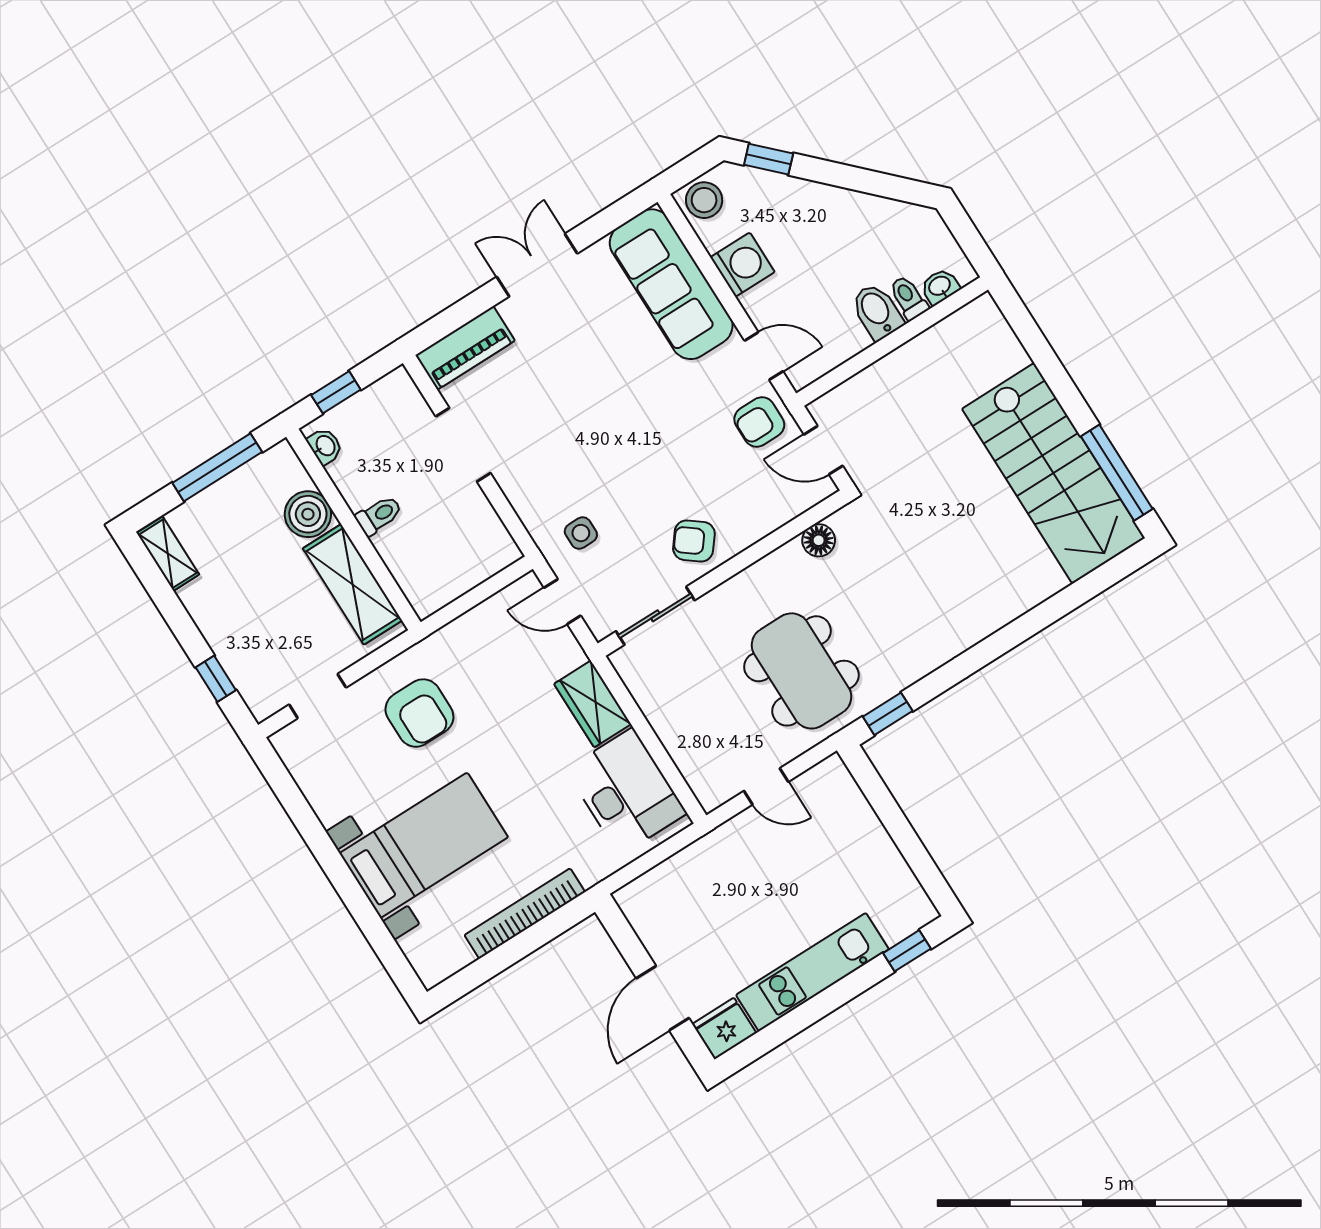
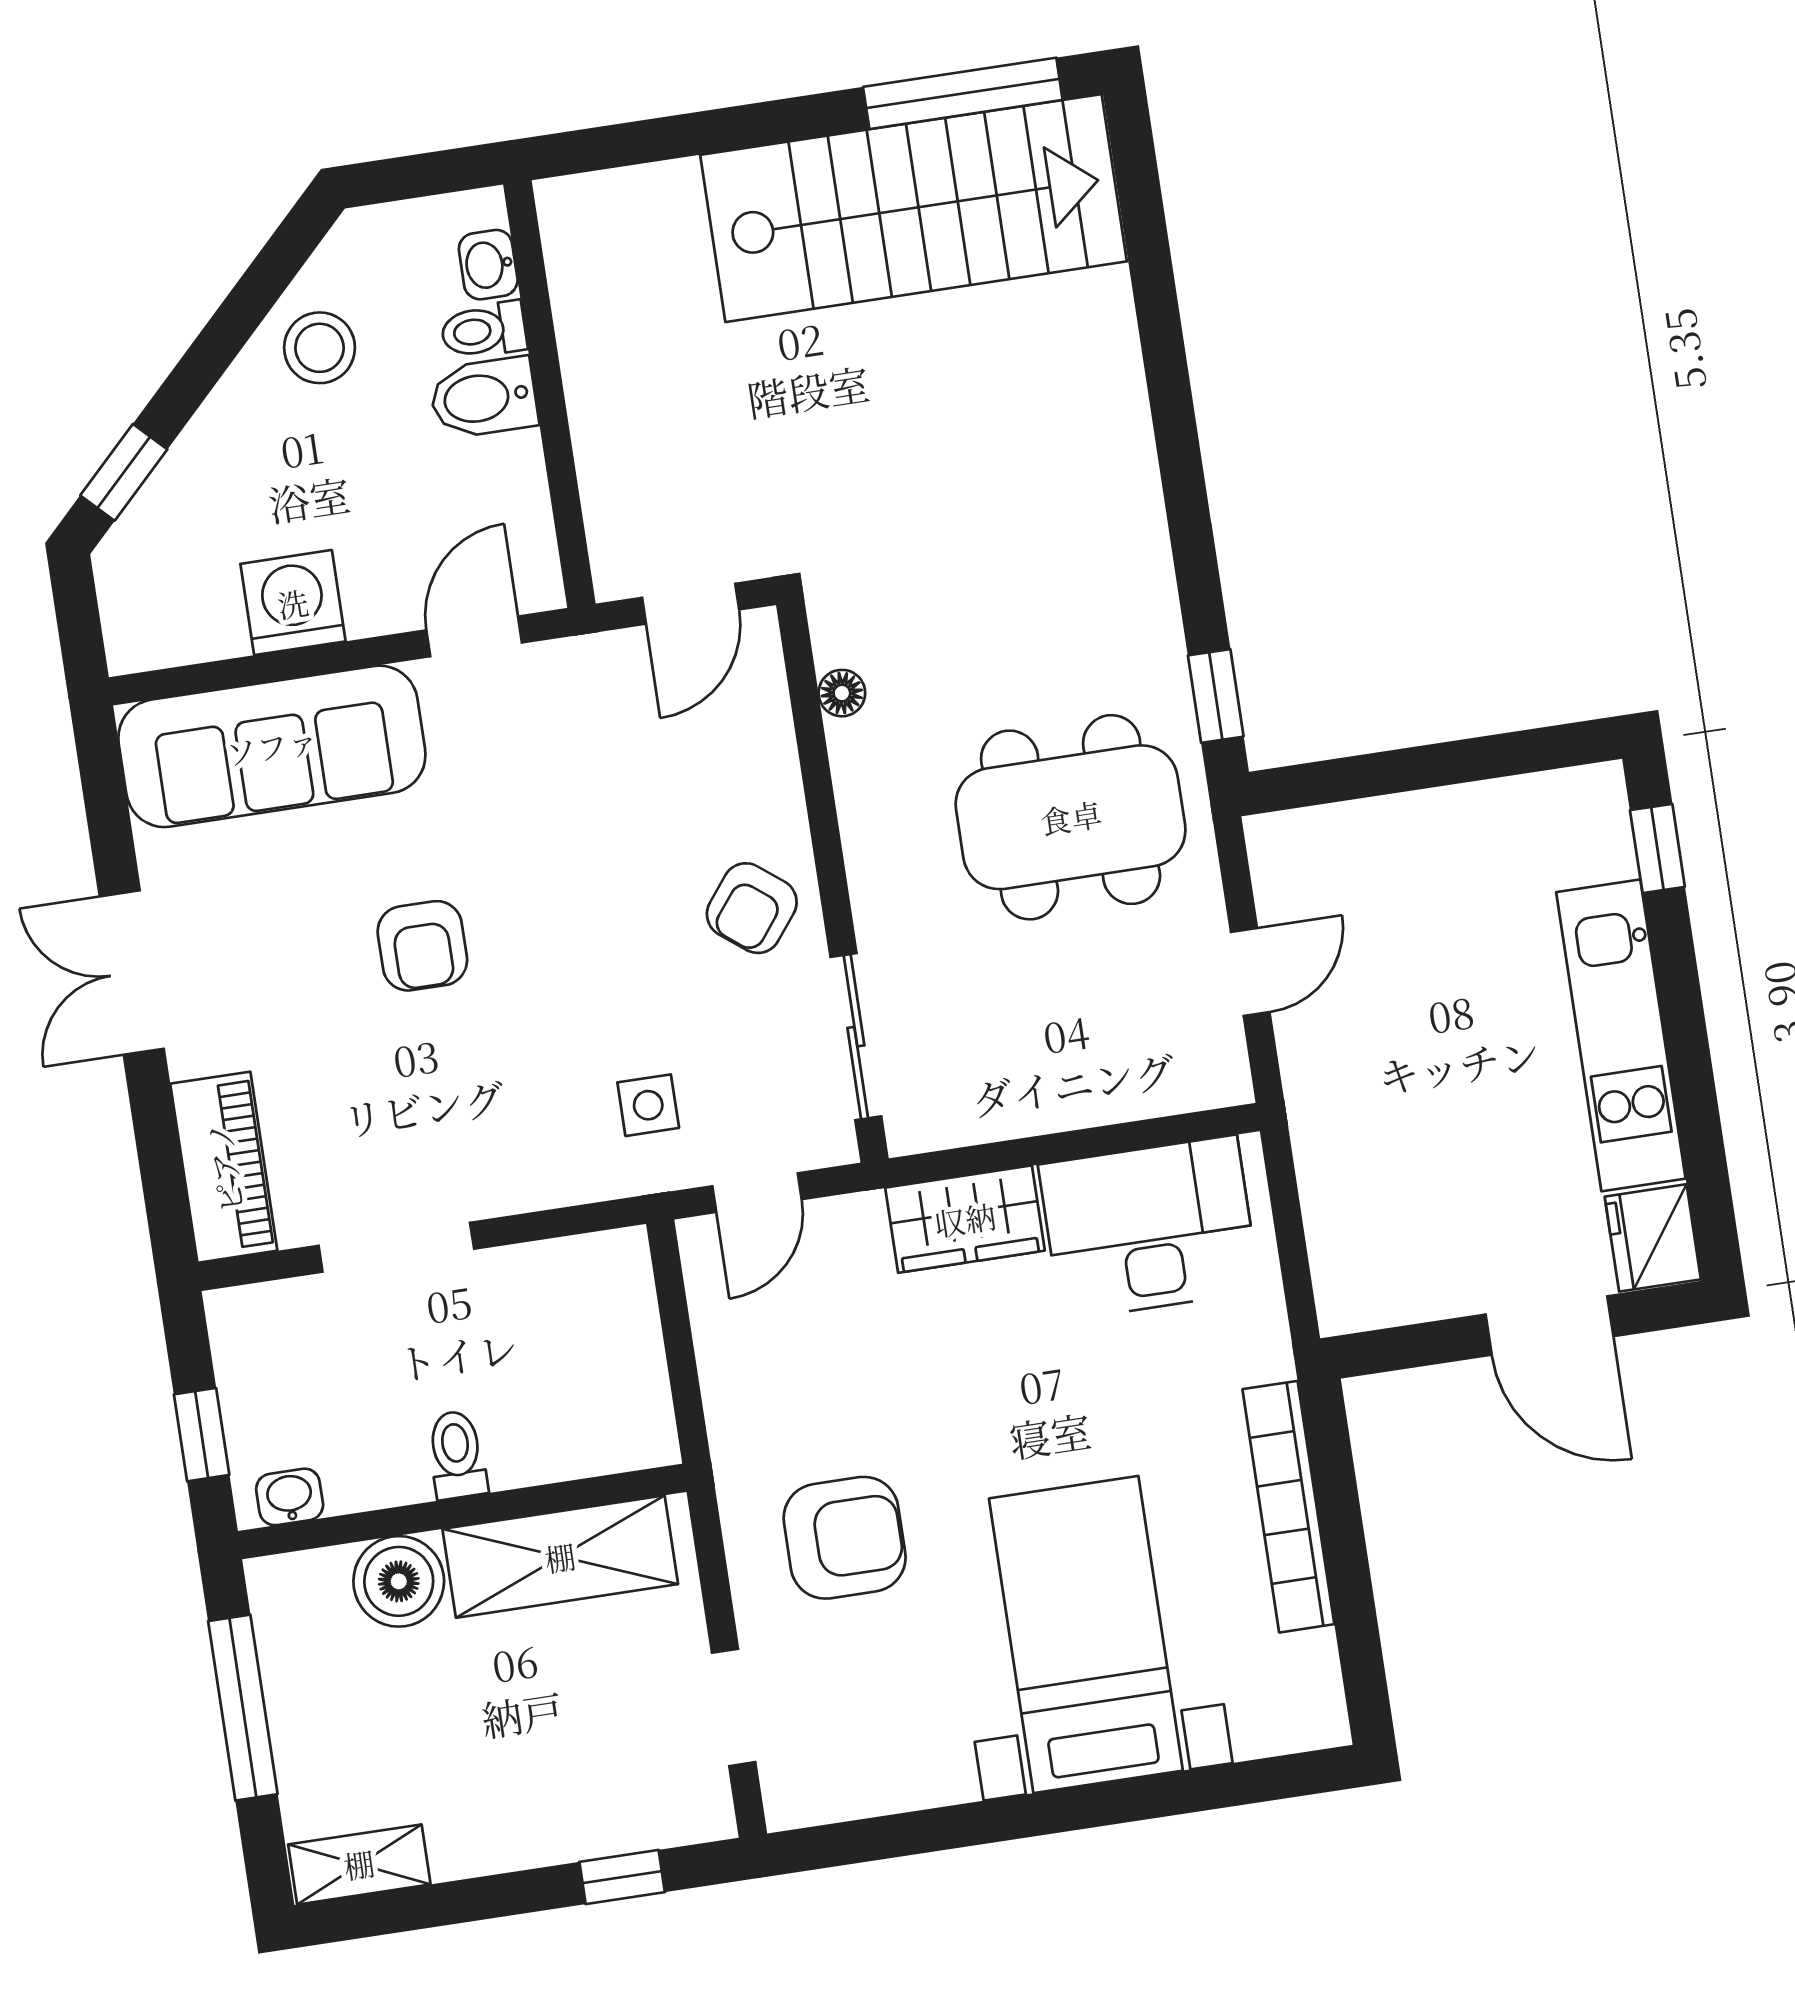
stool: (704, 200) -> (320, 348), moved
armchair: (759, 422) -> (422, 946), moved
floor lamp: (819, 540) -> (842, 693), width x0.73, depth x0.73

